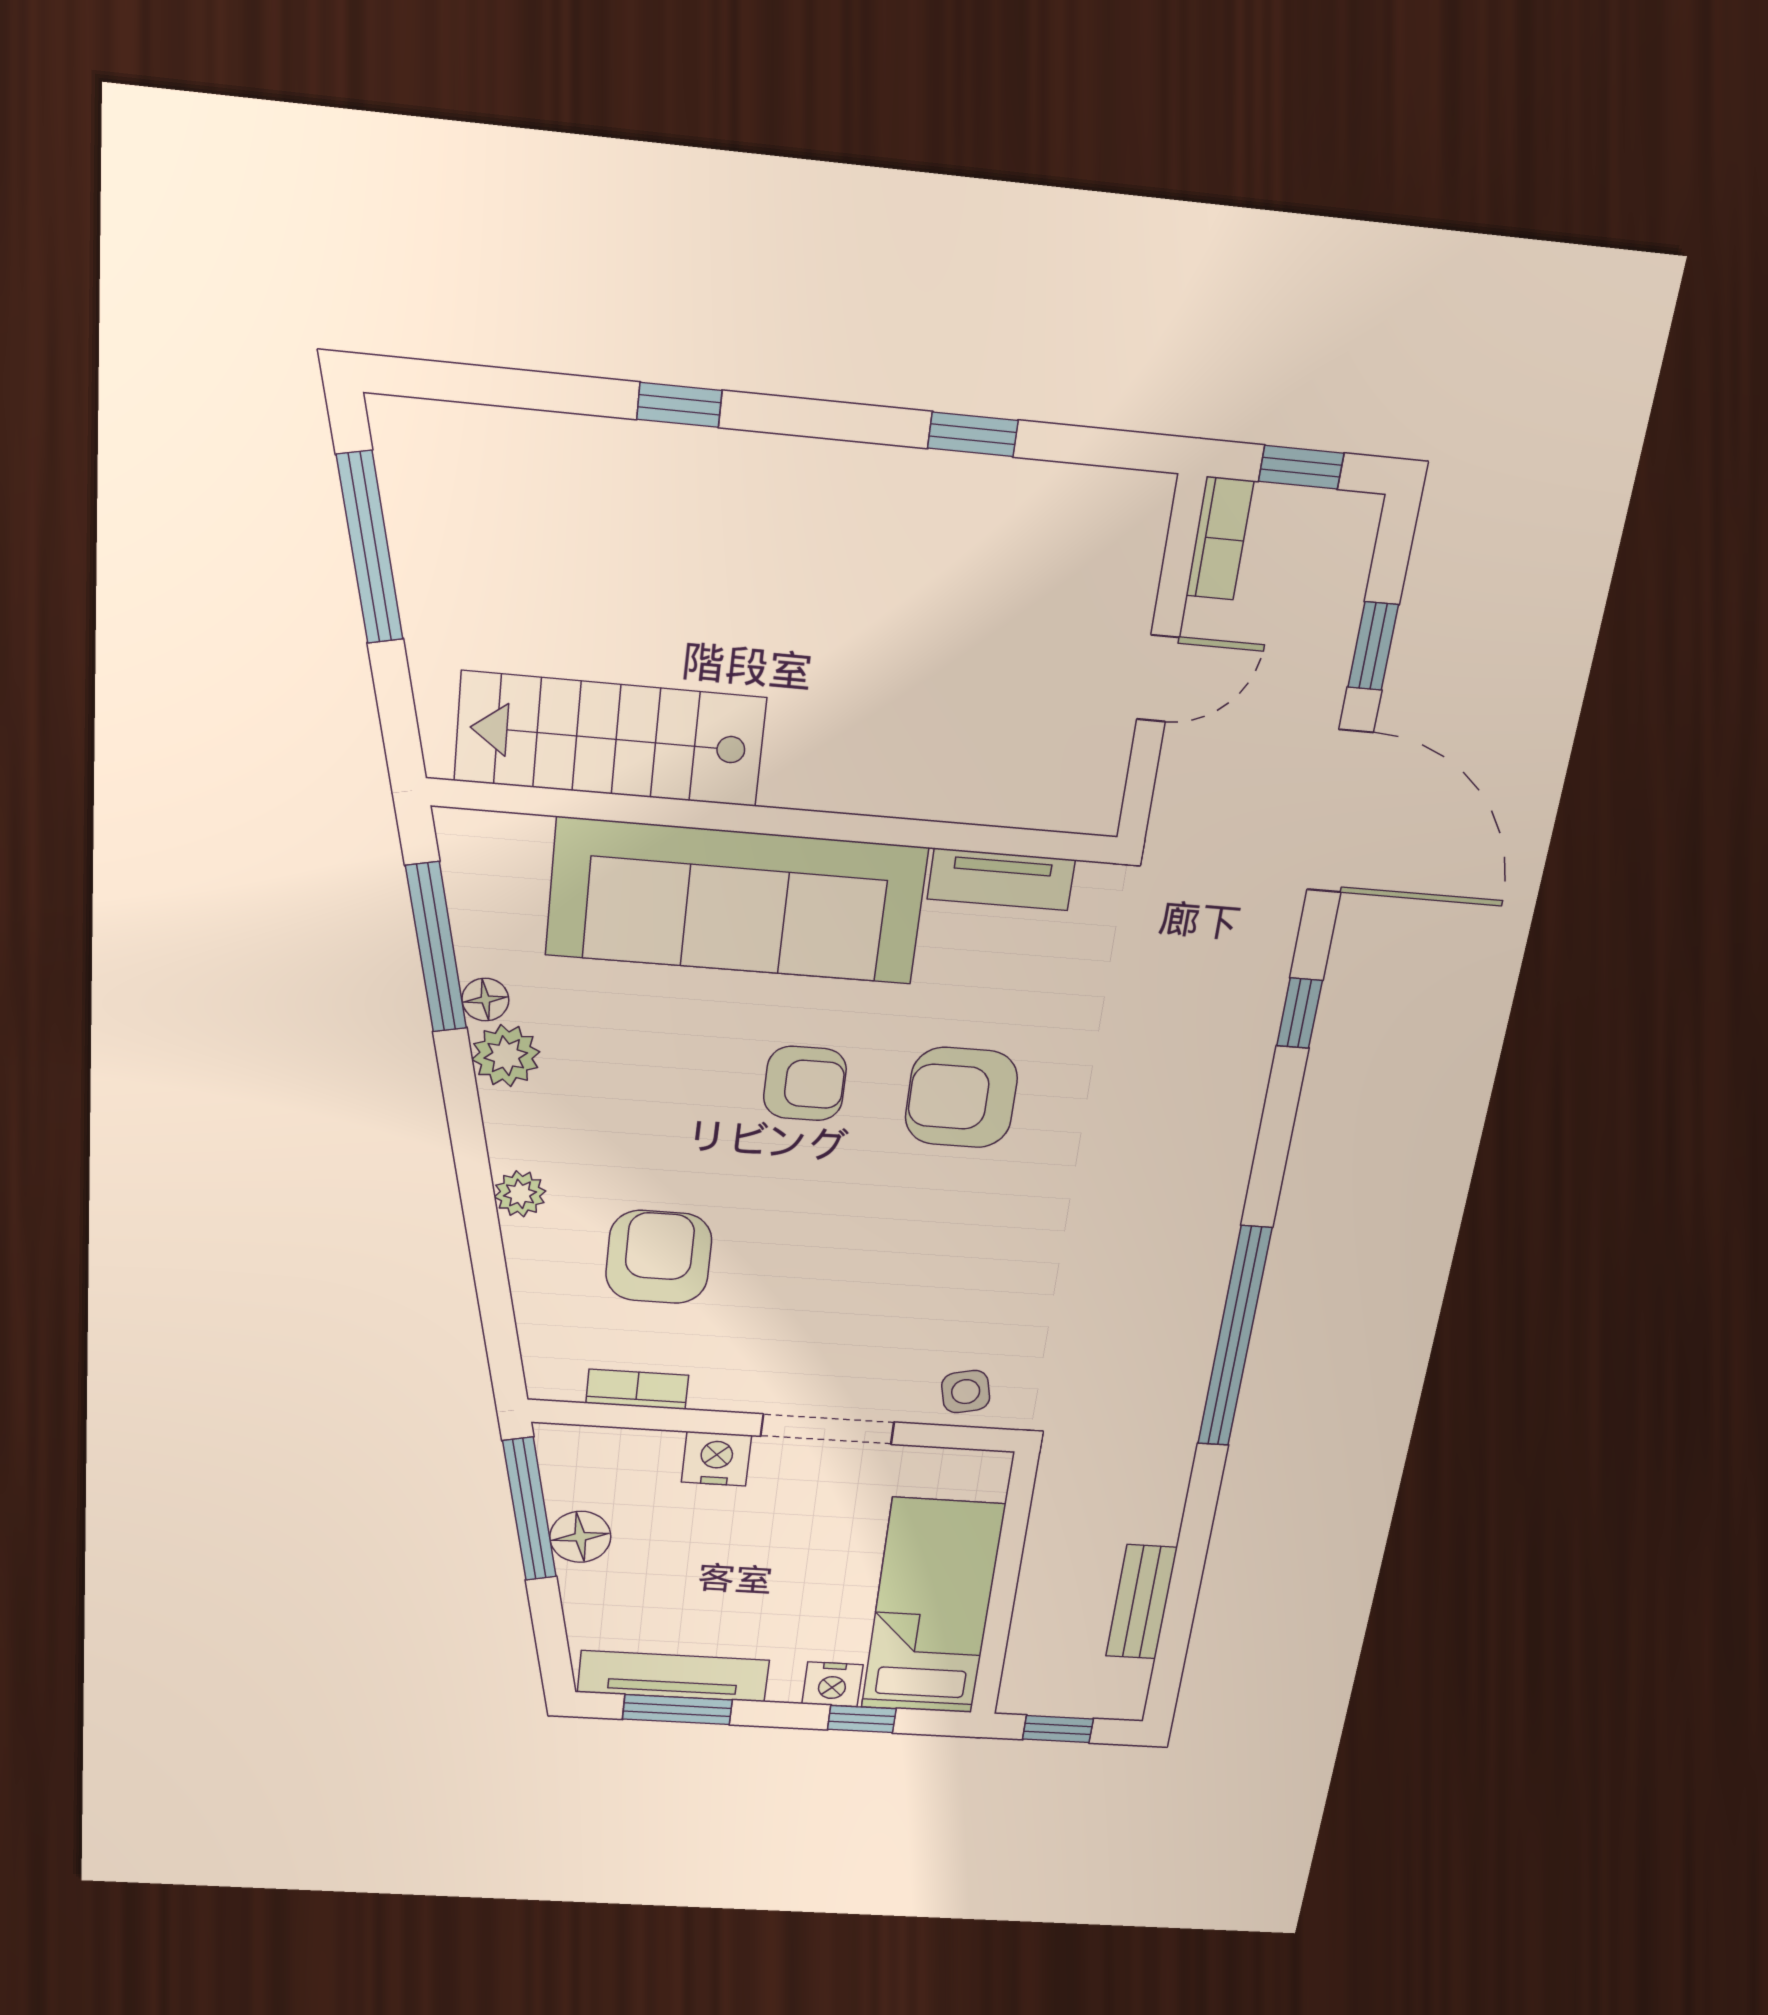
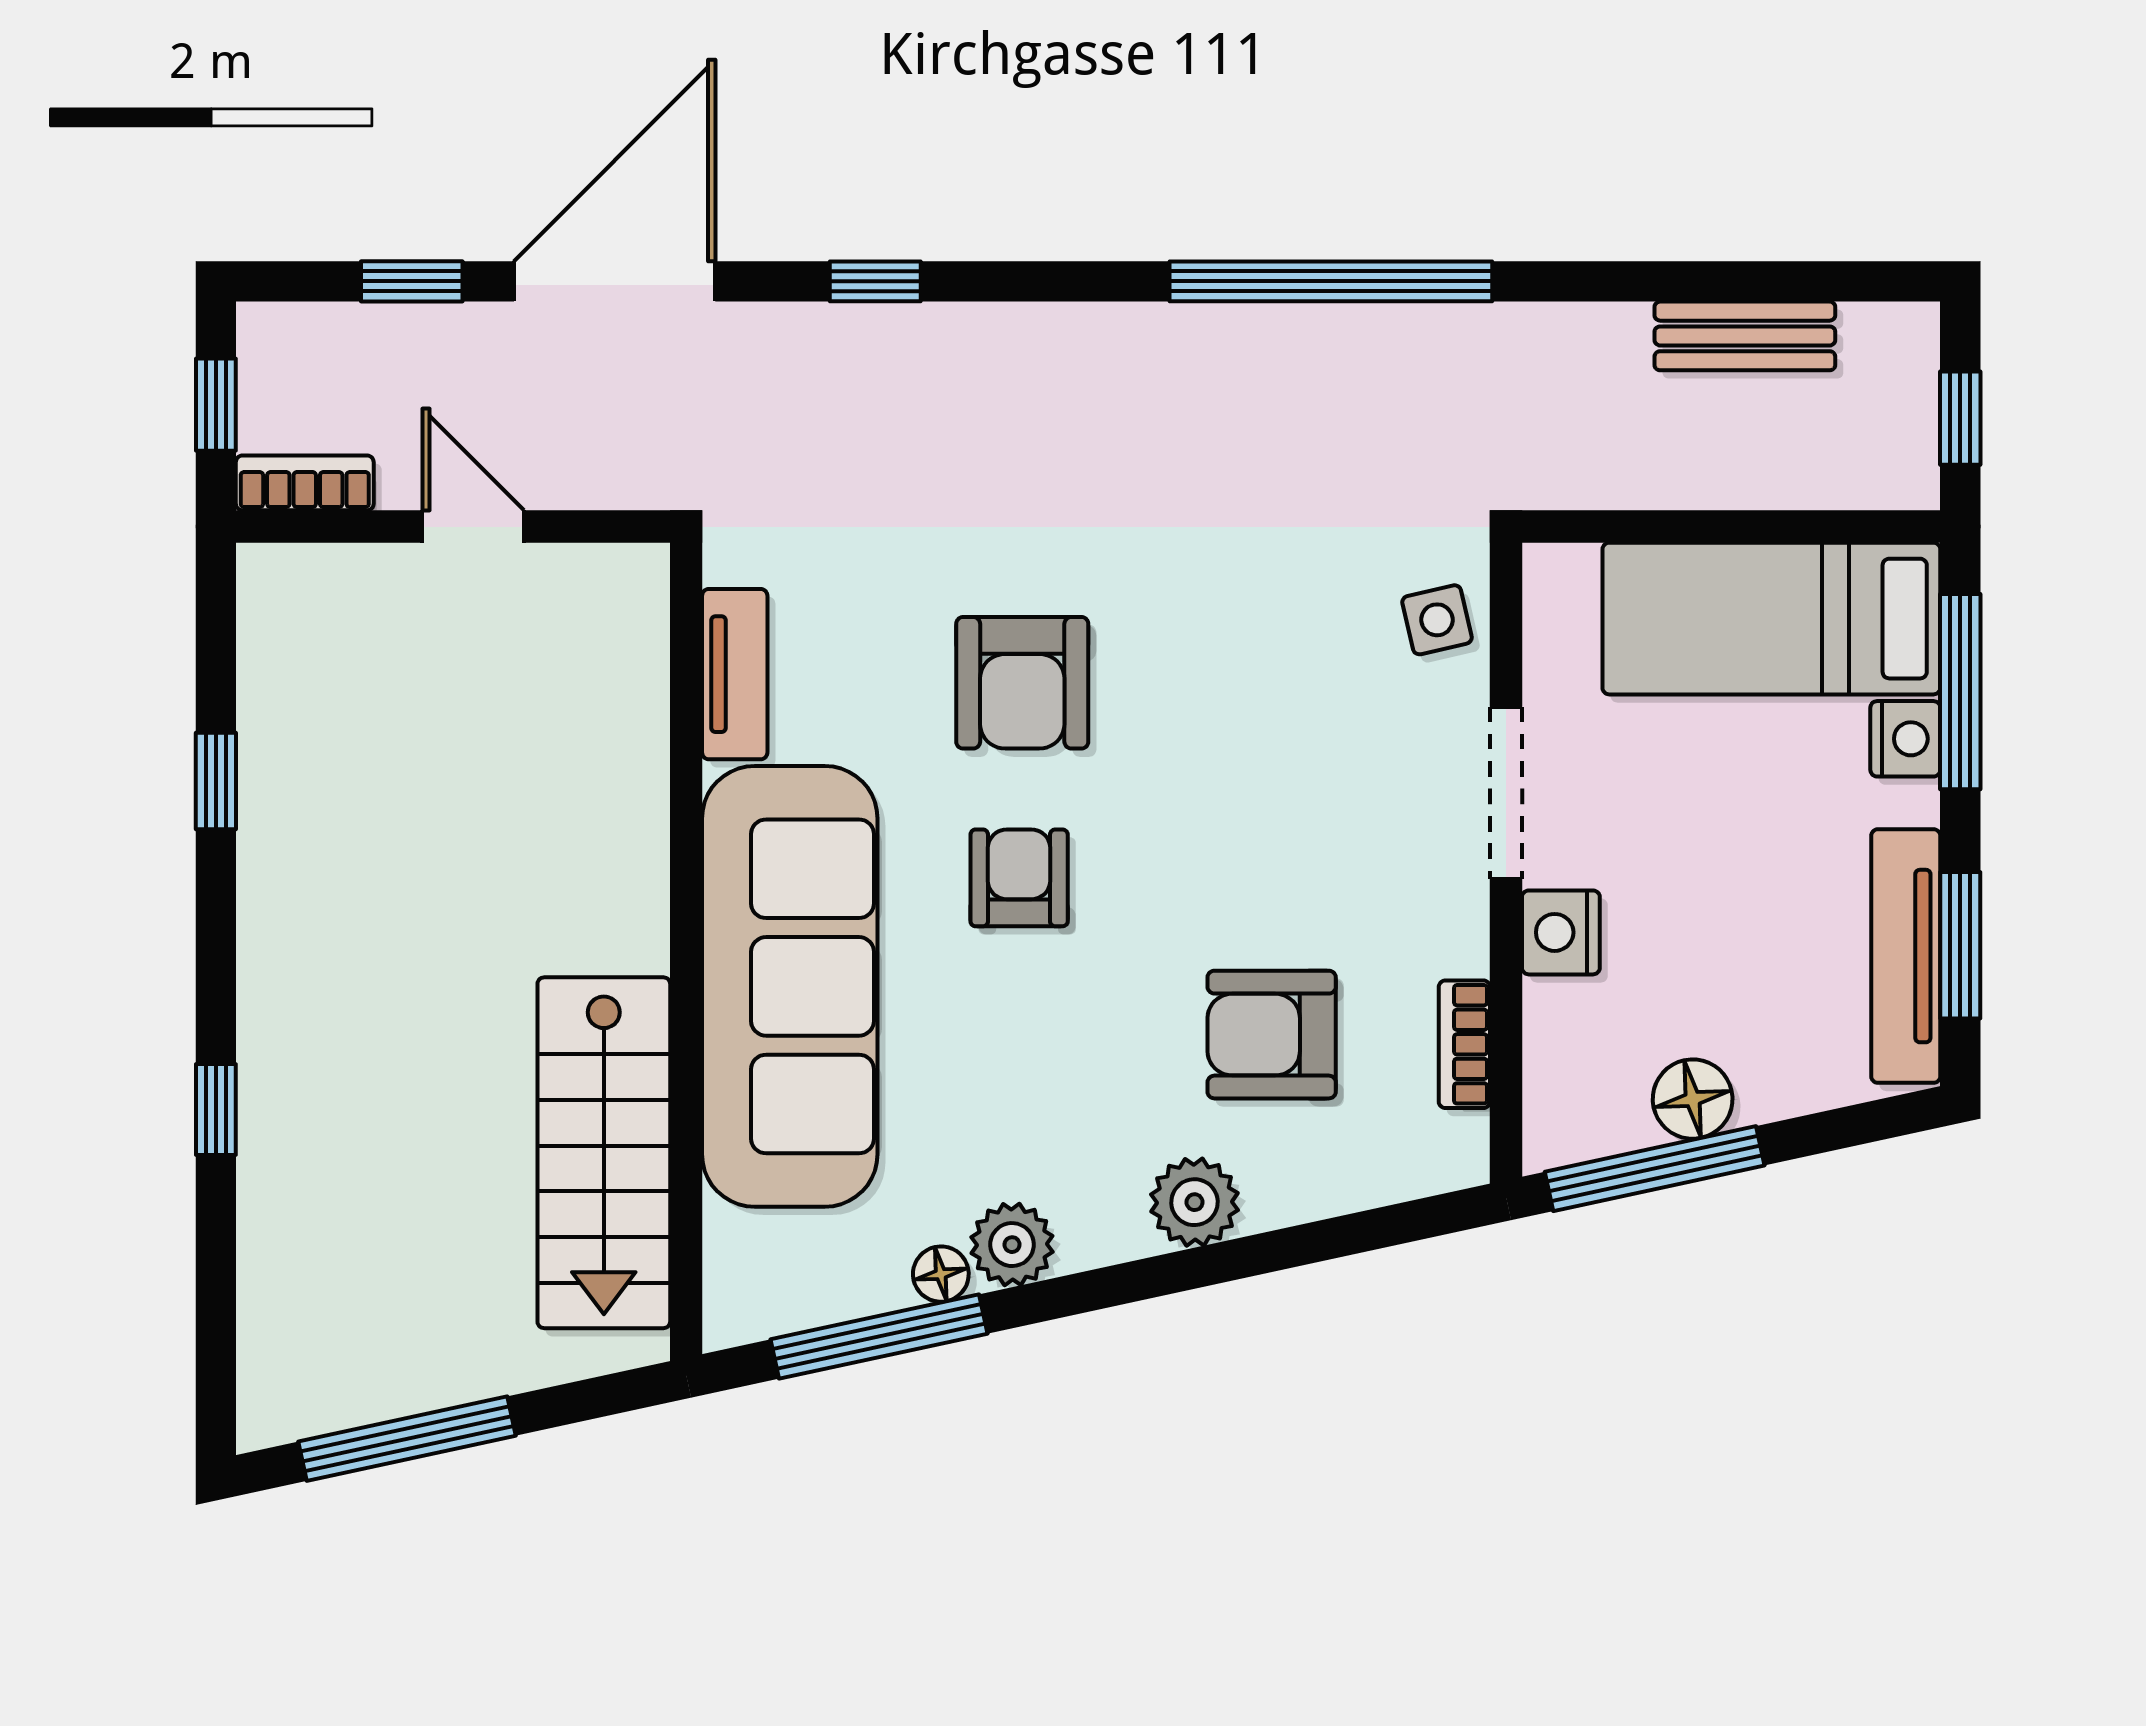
plant: (520, 1194) -> (1195, 1202), width x1.38, depth x1.38
window: (862, 1719) -> (1960, 692), width x2.17

